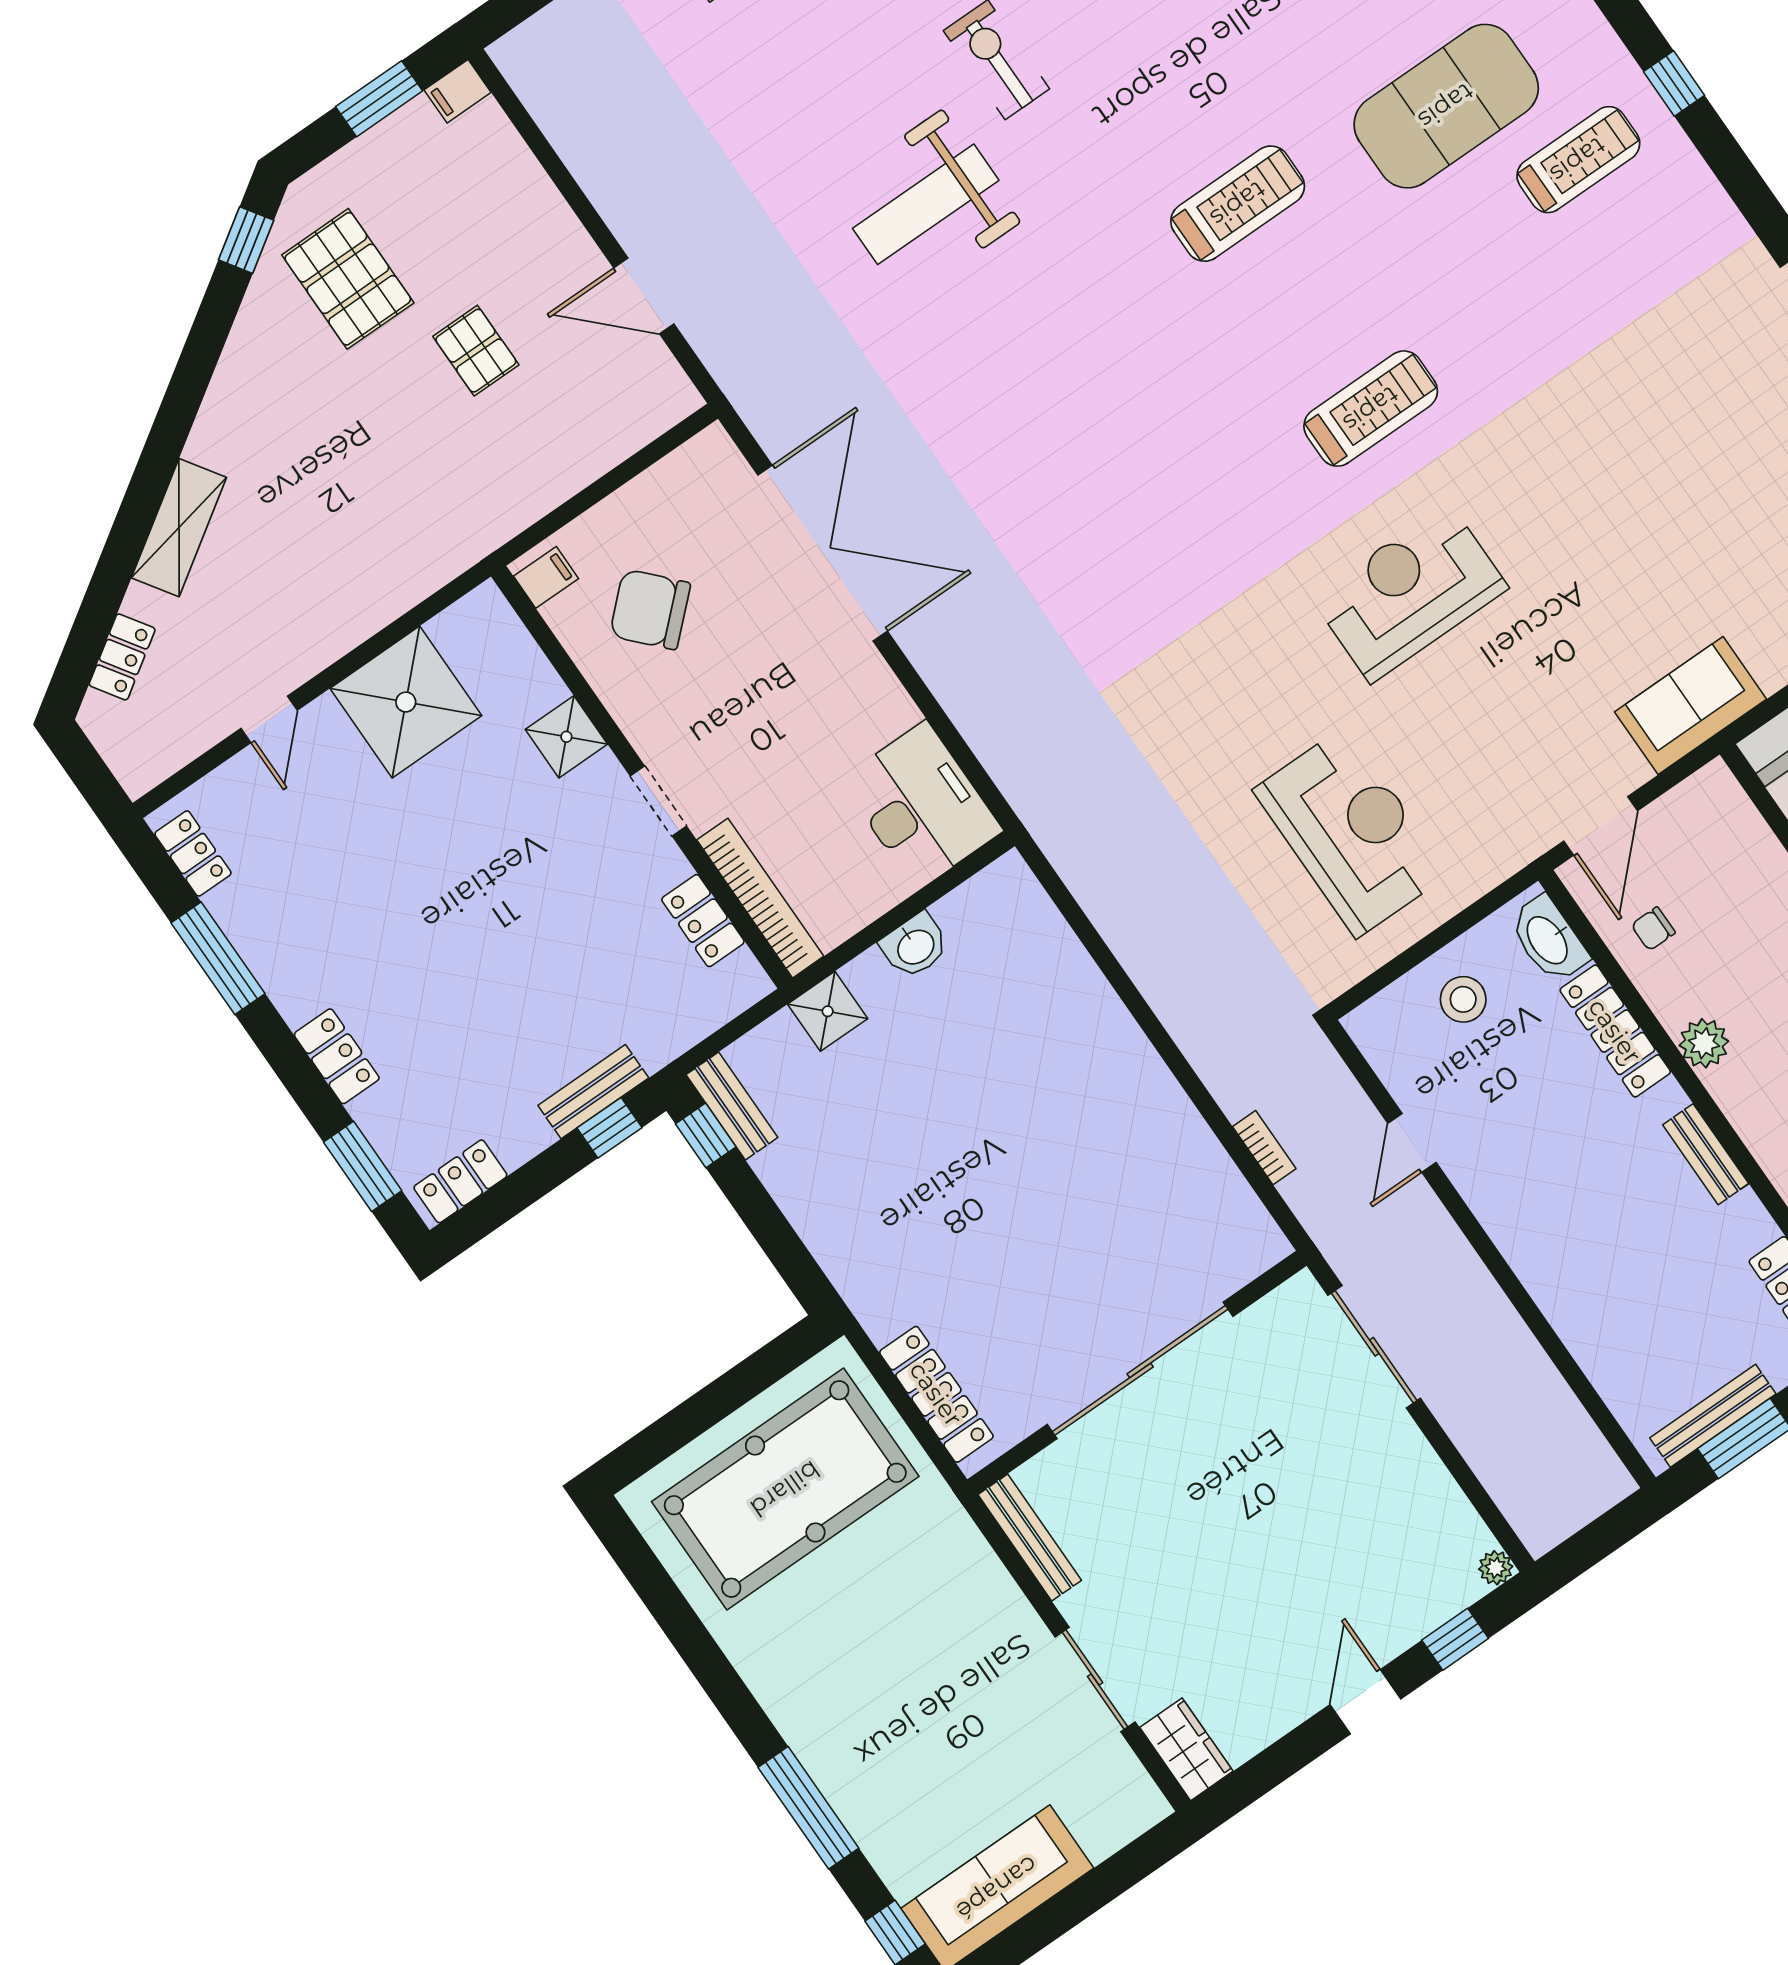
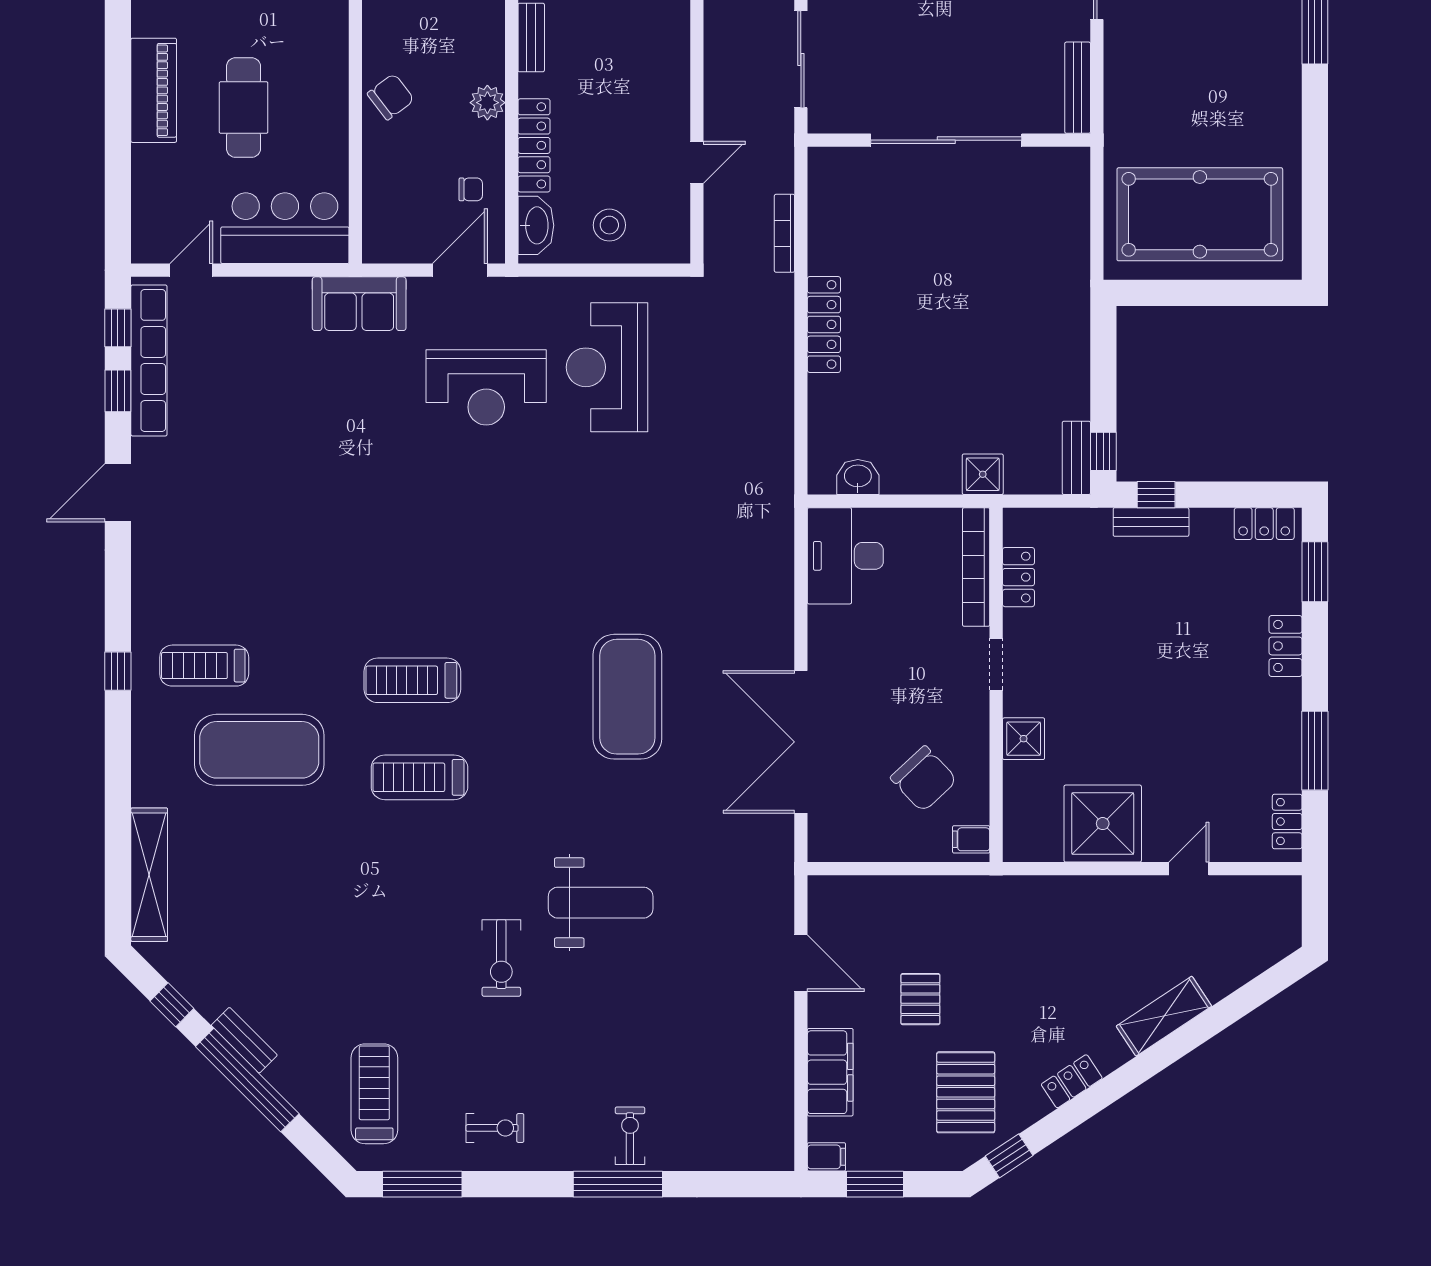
filing cabinet: (522, 193) -> (830, 1072), added
treadmill: (1371, 409) -> (412, 680), moved
exercise mat: (1061, 465) -> (627, 697), added
reception desk: (1410, 593) -> (486, 387), moved
locker: (122, 657) -> (1072, 1081), moved
washbasin: (915, 946) -> (858, 477), moved
bookcase: (1264, 1148) -> (784, 233), width x1.56
locker: (936, 1394) -> (824, 324), moved, turned 180

